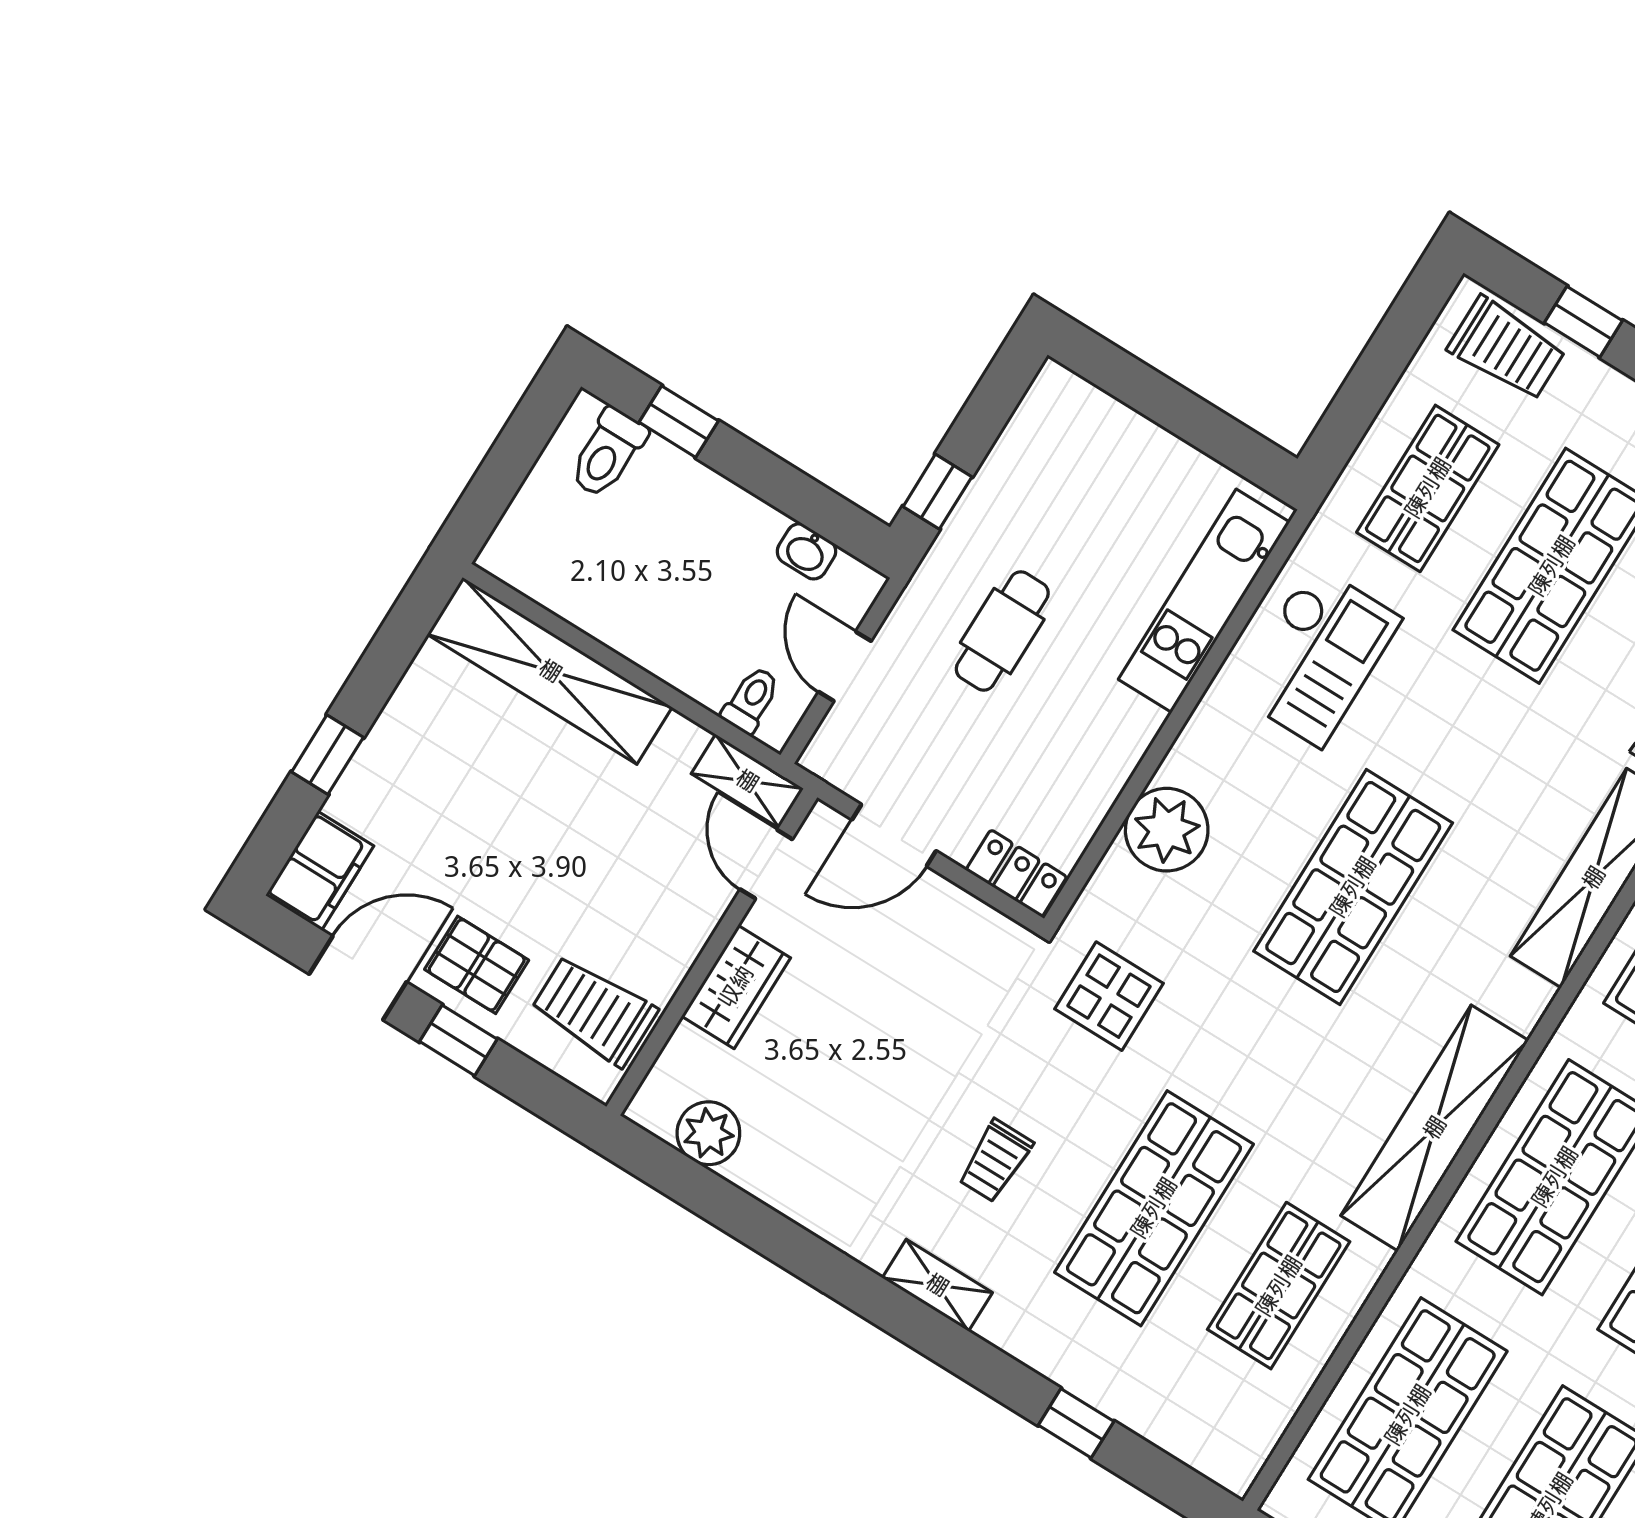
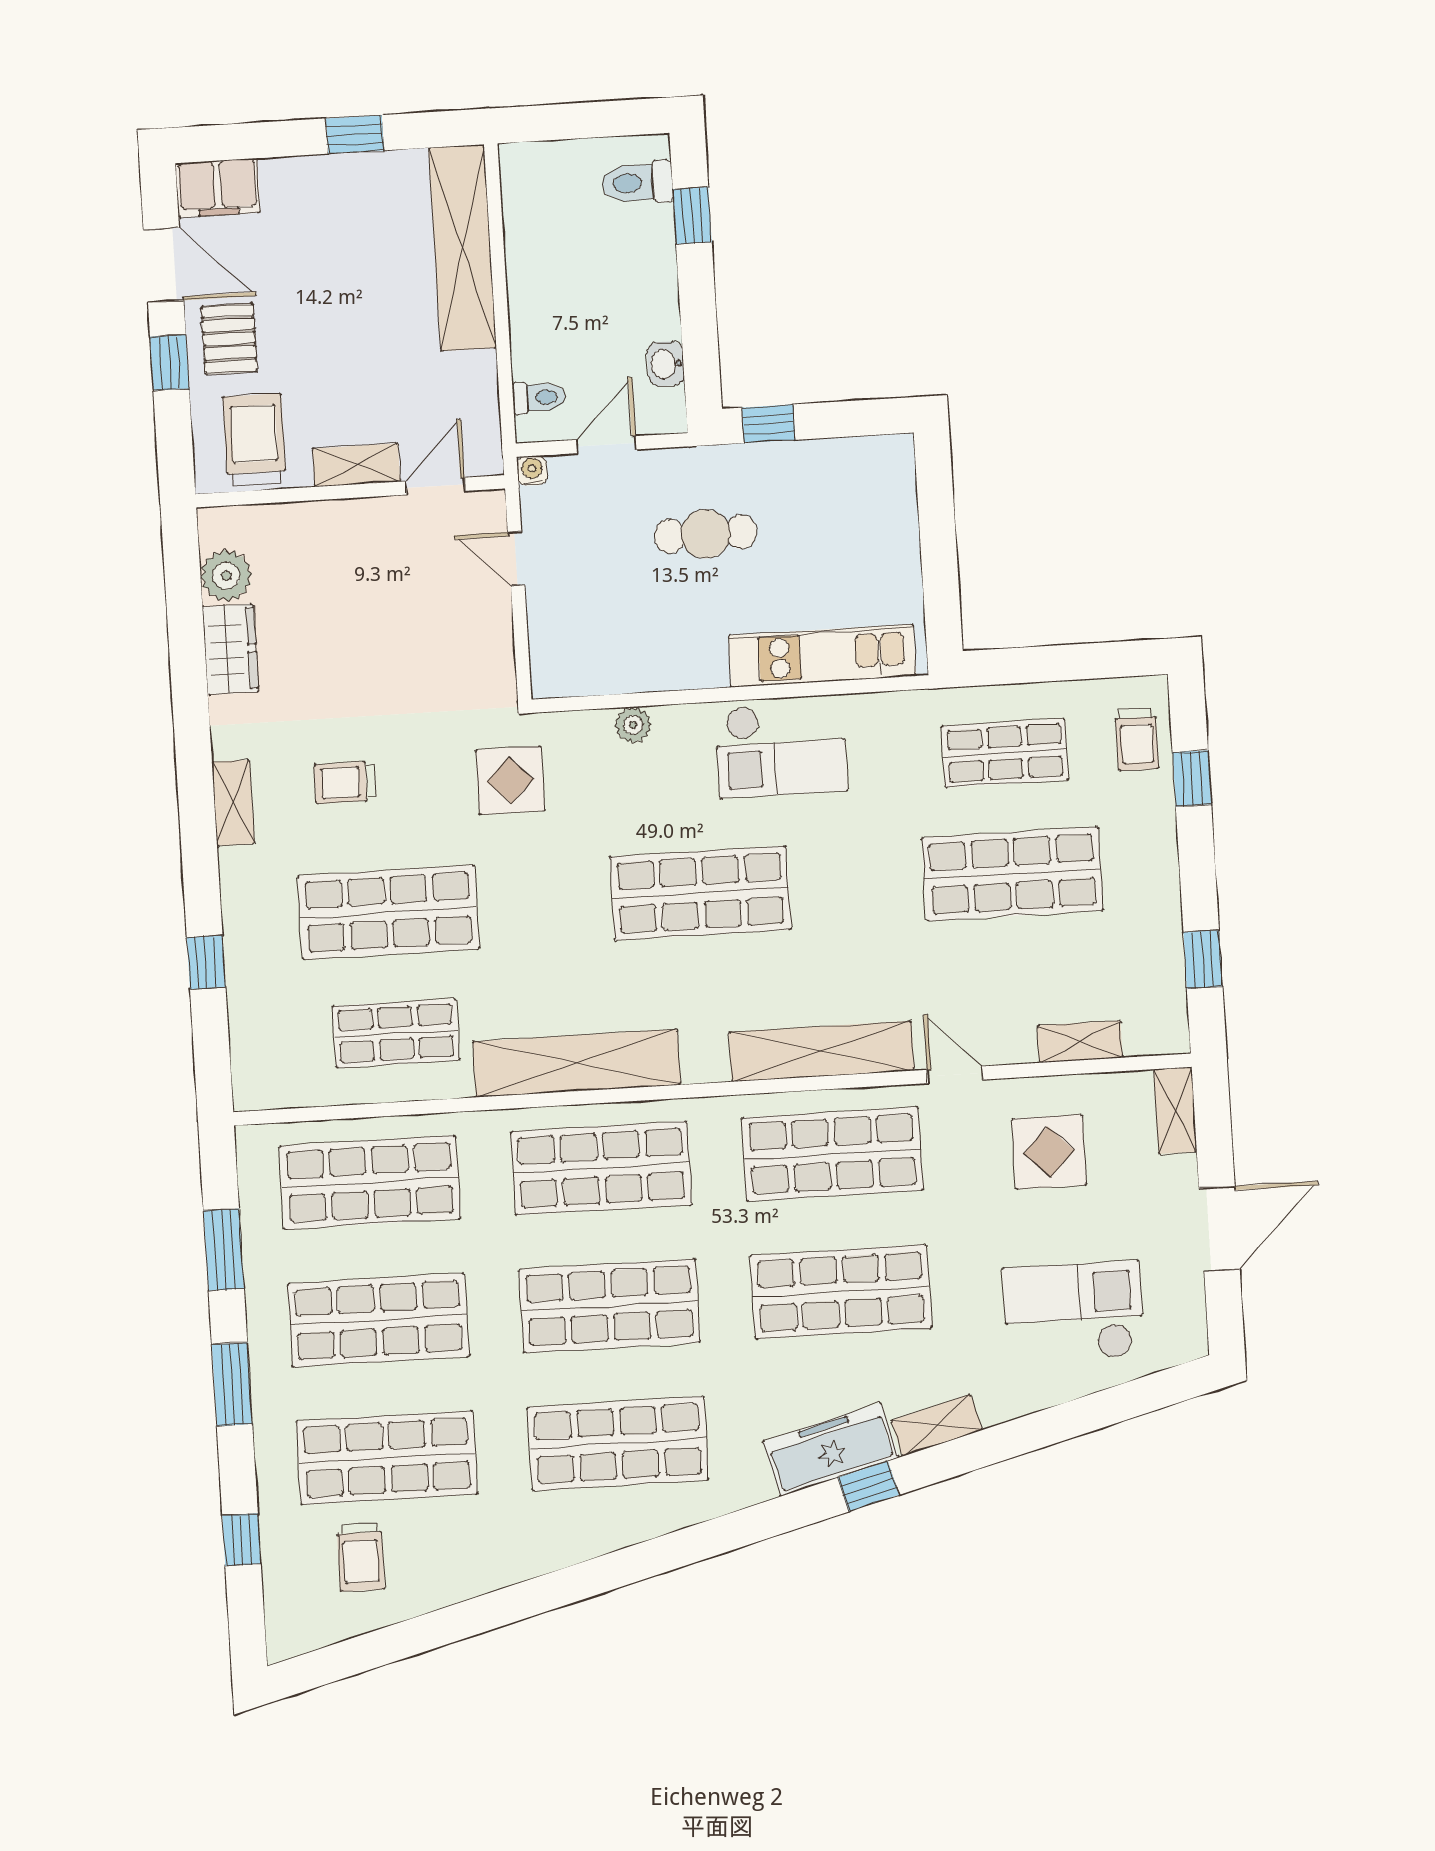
trolley: (1507, 349) -> (1137, 739), width x0.73, depth x0.72
checkout: (1316, 656) -> (781, 750), moved
window: (327, 755) -> (355, 134), moved
water cooler: (818, 758) -> (532, 471), added
shelving: (747, 781) -> (356, 465), moved, turned 90
plant: (1167, 830) -> (633, 725), width x0.53, depth x0.53
door: (894, 835) -> (516, 559), width x0.73
locker: (1016, 873) -> (549, 659), removed
wardrobe: (736, 987) -> (230, 649), moved, turned -90

